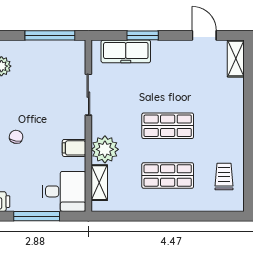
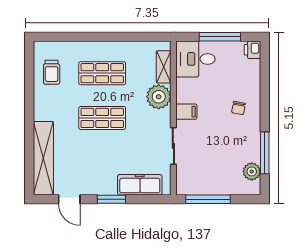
window: (143, 35) -> (111, 199), moved
shelving: (236, 59) -> (43, 158), width x2.20, depth x1.33
filing cabinet: (74, 148) -> (186, 112), moved

